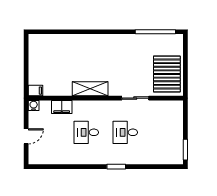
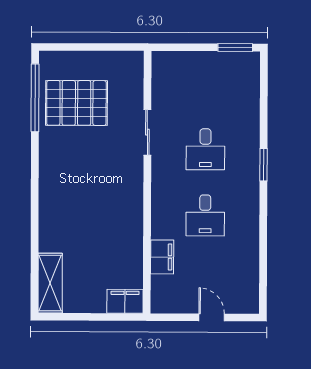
pallet: (167, 74) -> (76, 103), moved
shelving: (90, 89) -> (50, 283), moved
filing cabinet: (35, 91) -> (125, 301), width x2.00
water cooler: (34, 105) -> (159, 305), removed

